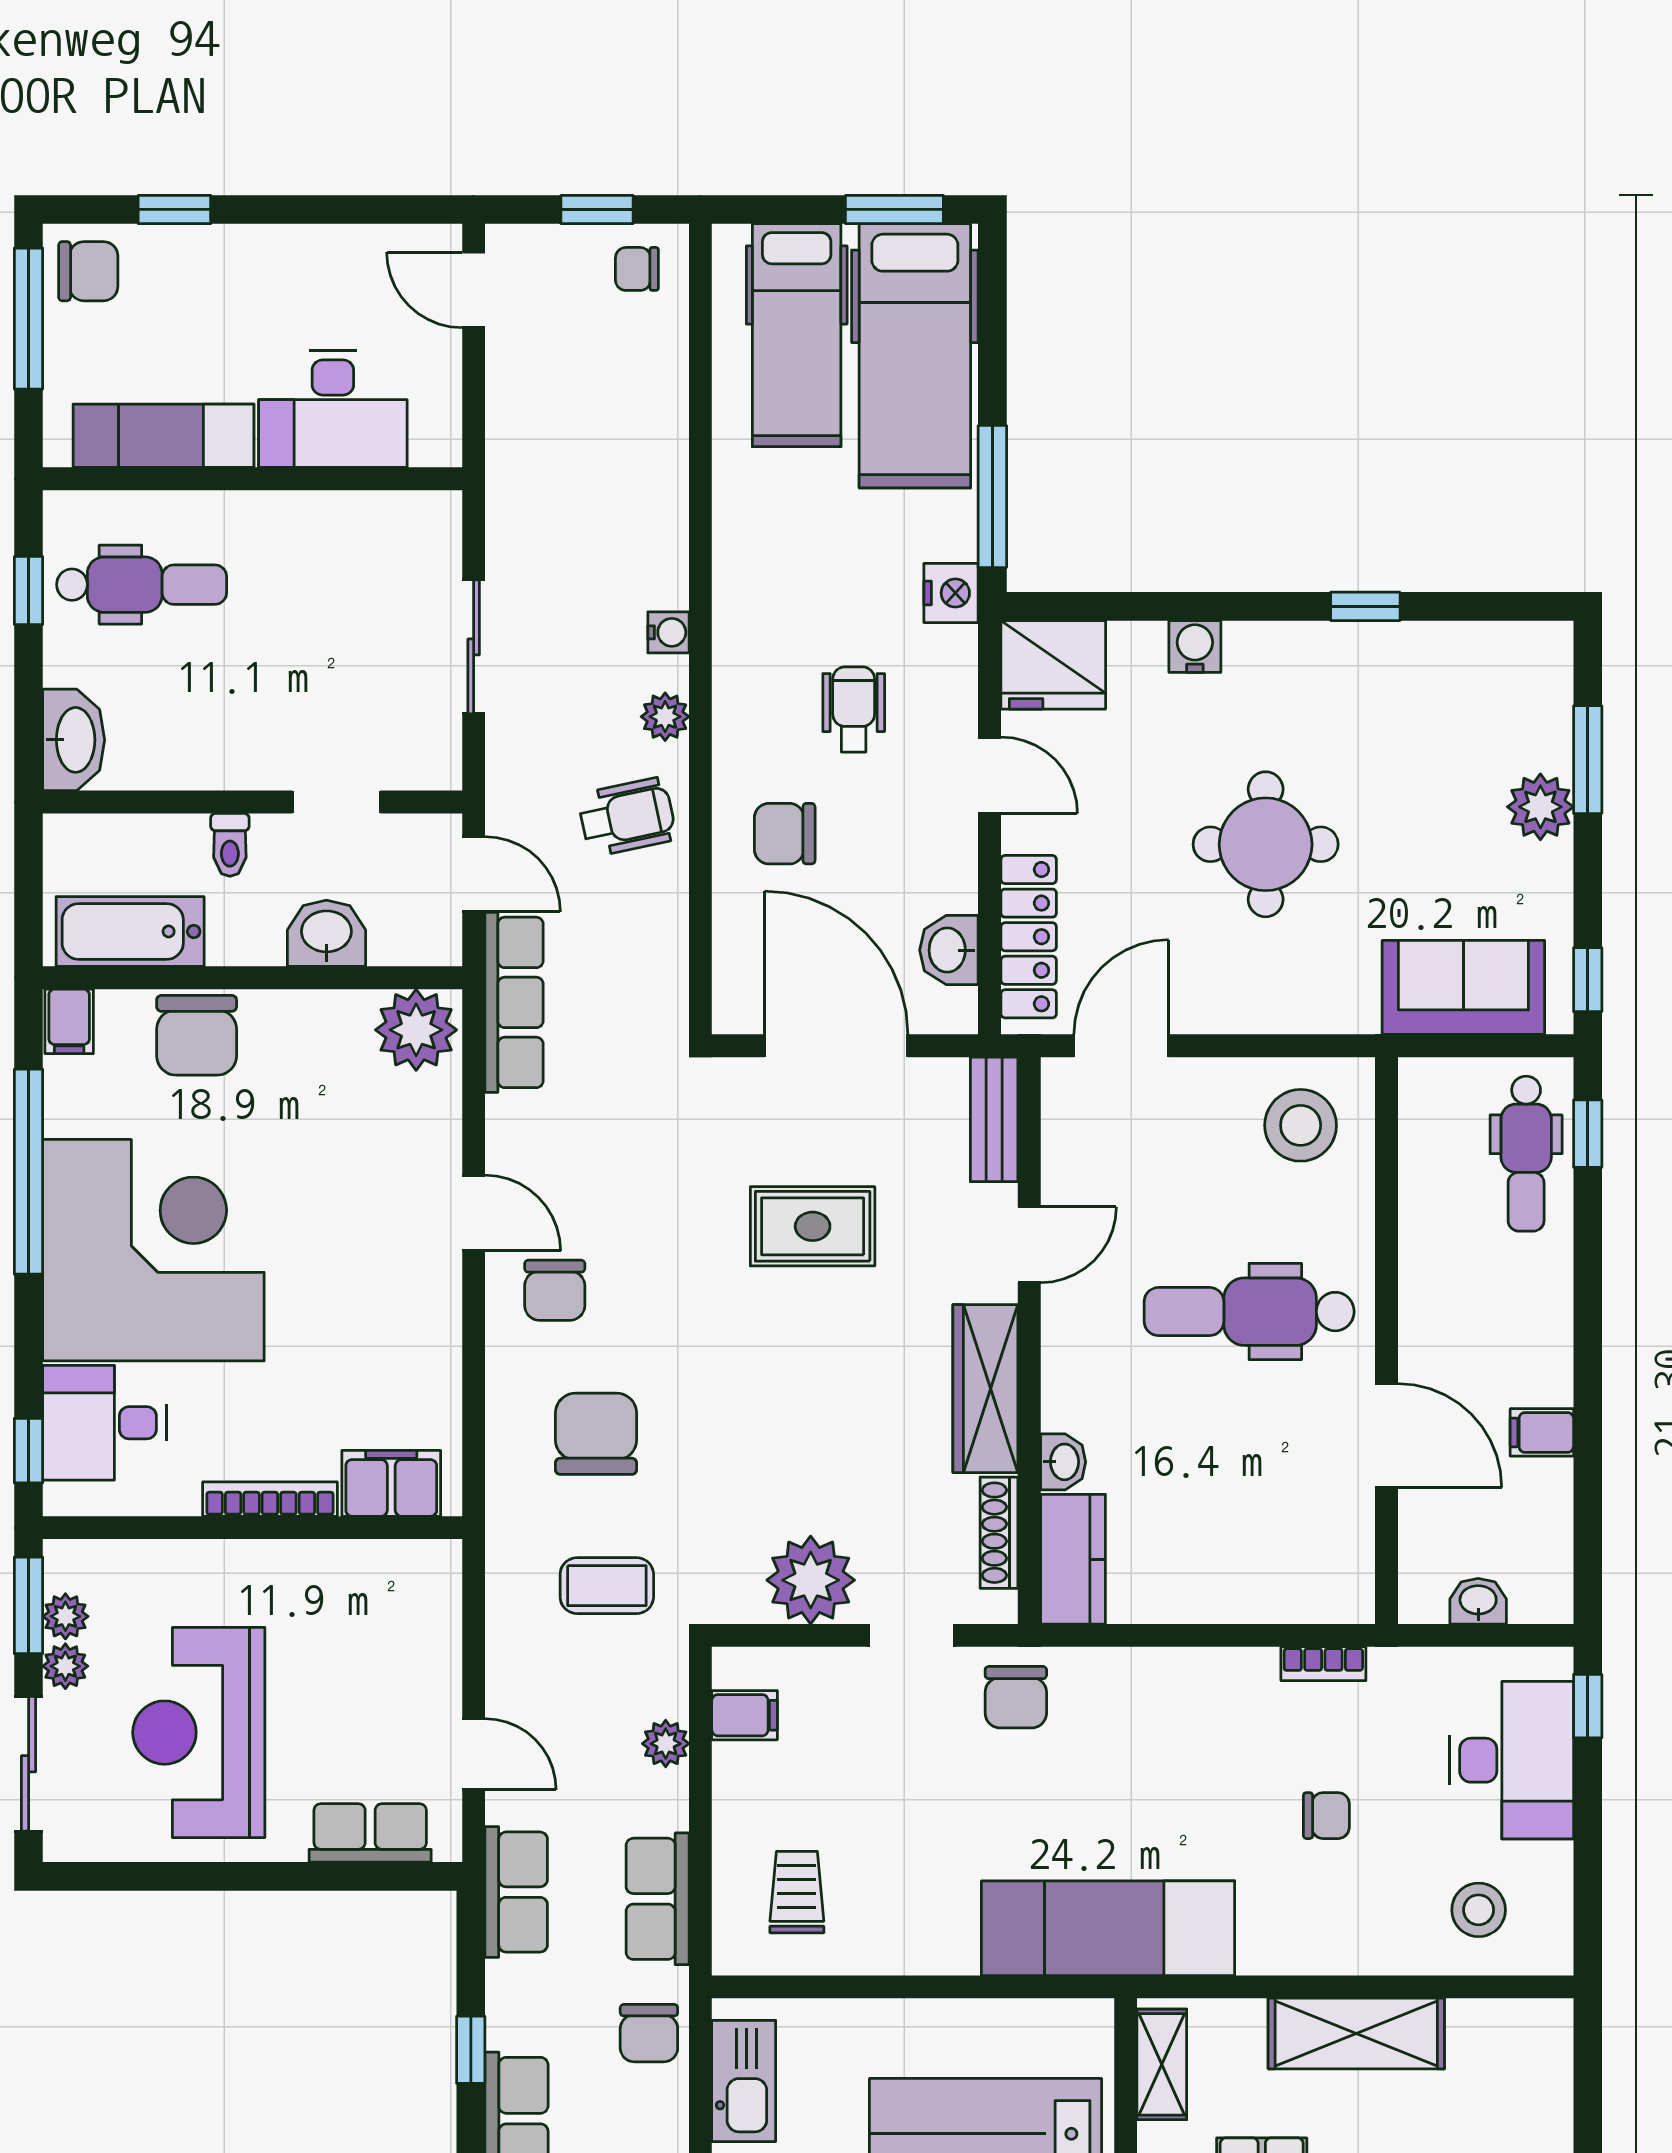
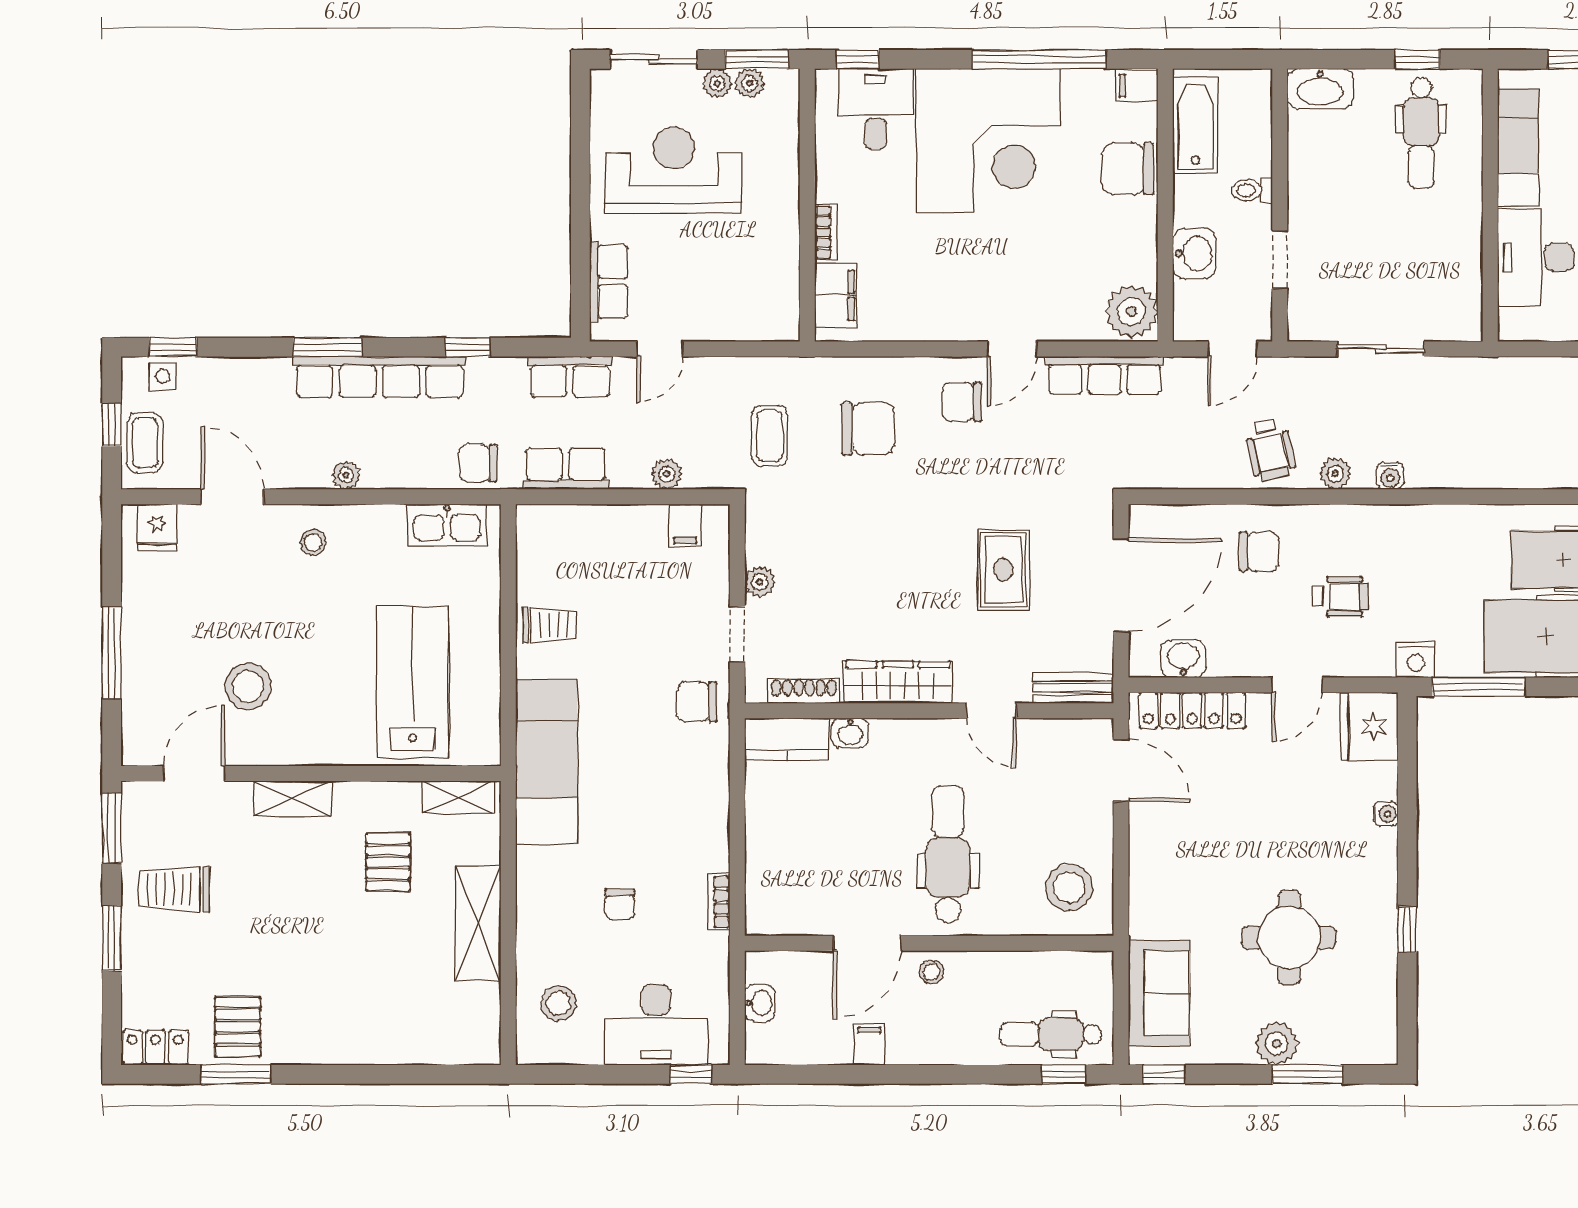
water cooler: (1195, 646) -> (1386, 814), width x0.72, depth x0.72
chair: (785, 834) -> (1259, 552), turned 90
round table: (1266, 844) -> (1289, 938), moved
row of seats: (514, 1002) -> (1104, 375), moved
stool: (1431, 1337) -> (932, 972), added
bookcase: (270, 1499) -> (826, 232), width x0.64
plant: (811, 1580) -> (760, 582), width x0.53, depth x0.53
trolley: (797, 1892) -> (550, 625), moved

